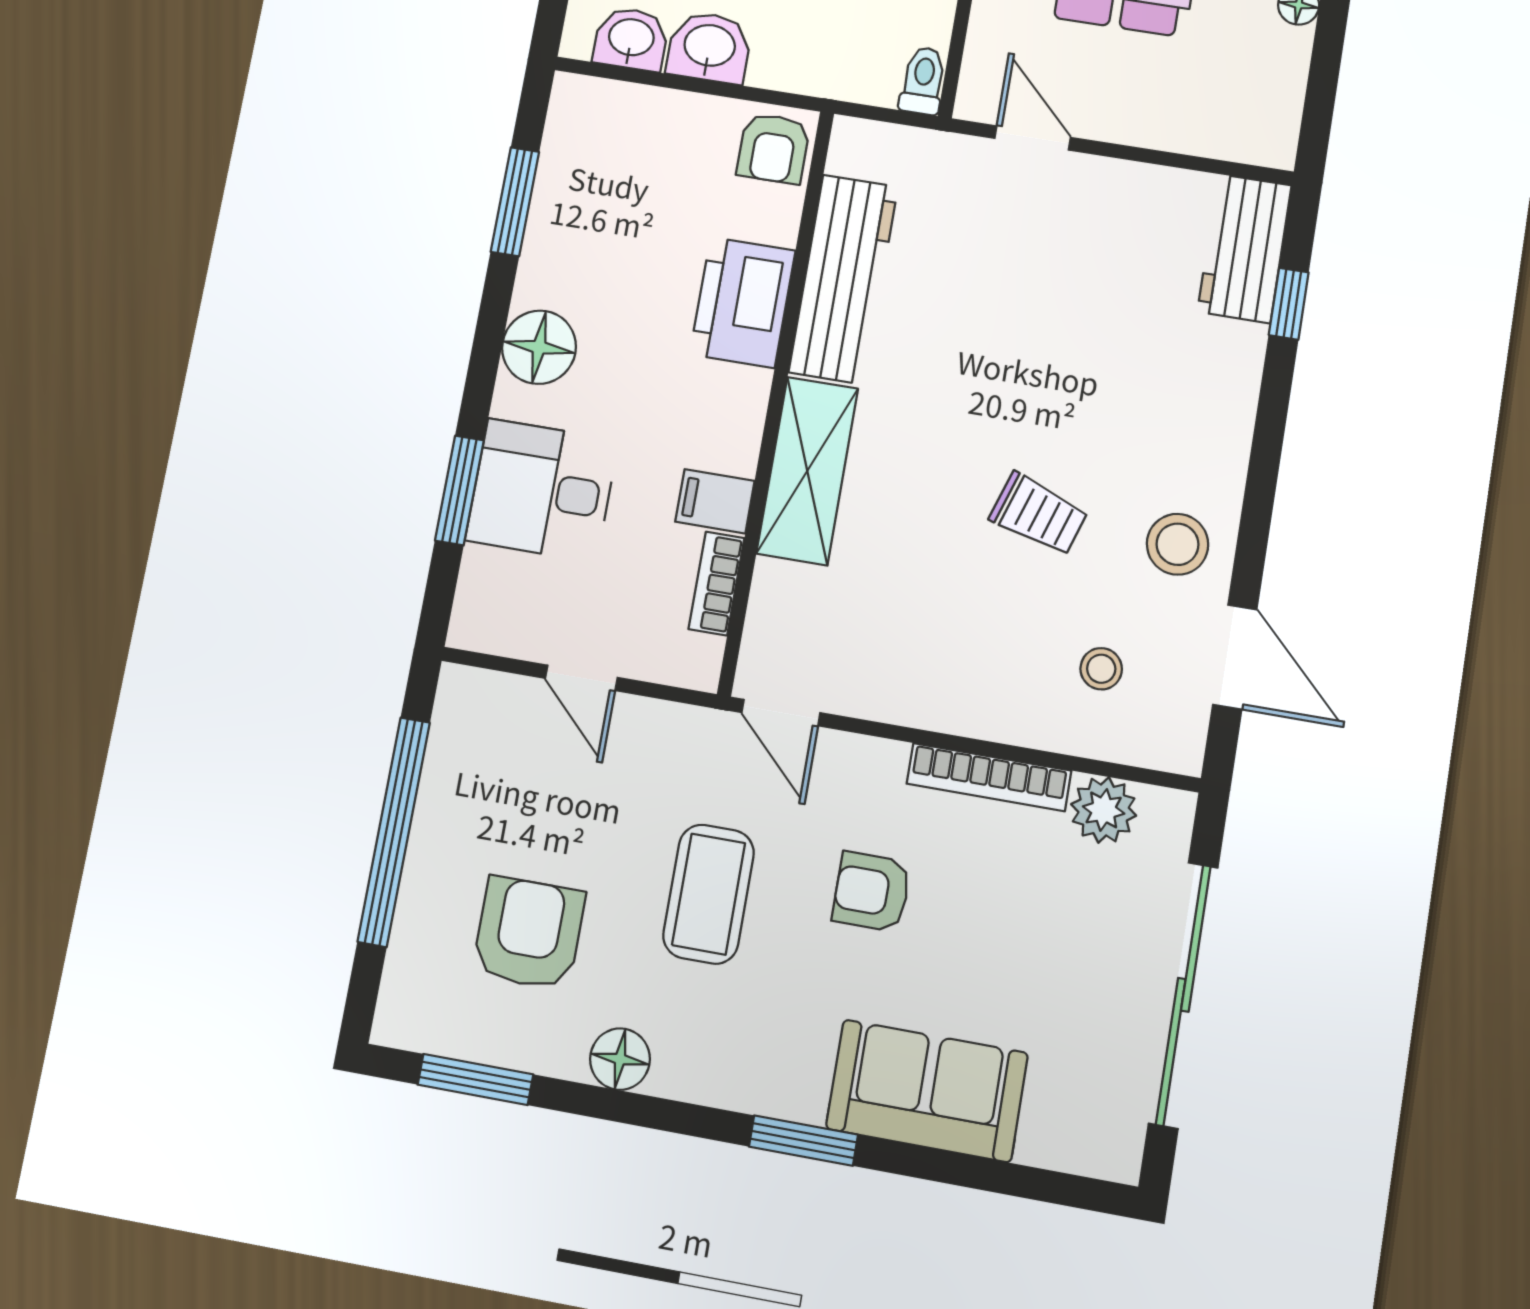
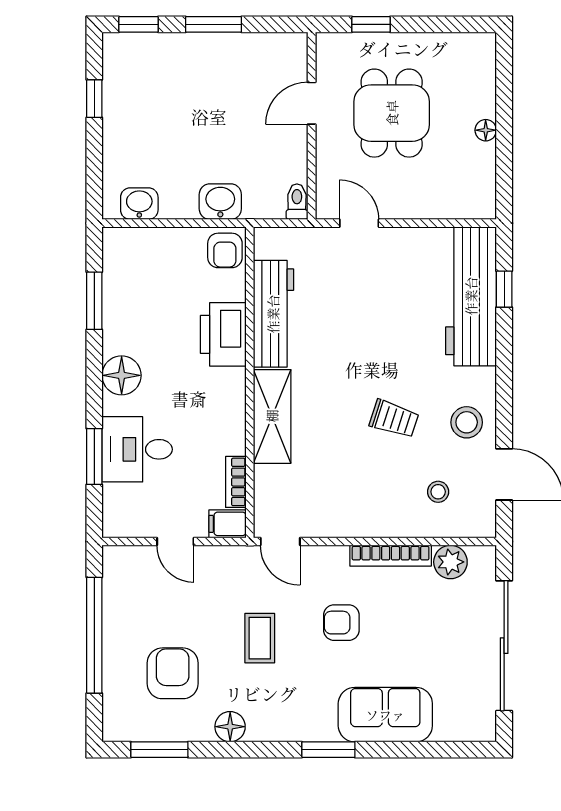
washbasin: (709, 47) -> (220, 202), moved
workbench: (1244, 248) -> (471, 296), width x1.88, depth x1.32
filing cabinet: (715, 501) -> (227, 524), moved
coffee table: (709, 894) -> (260, 638), width x0.73, depth x0.77

